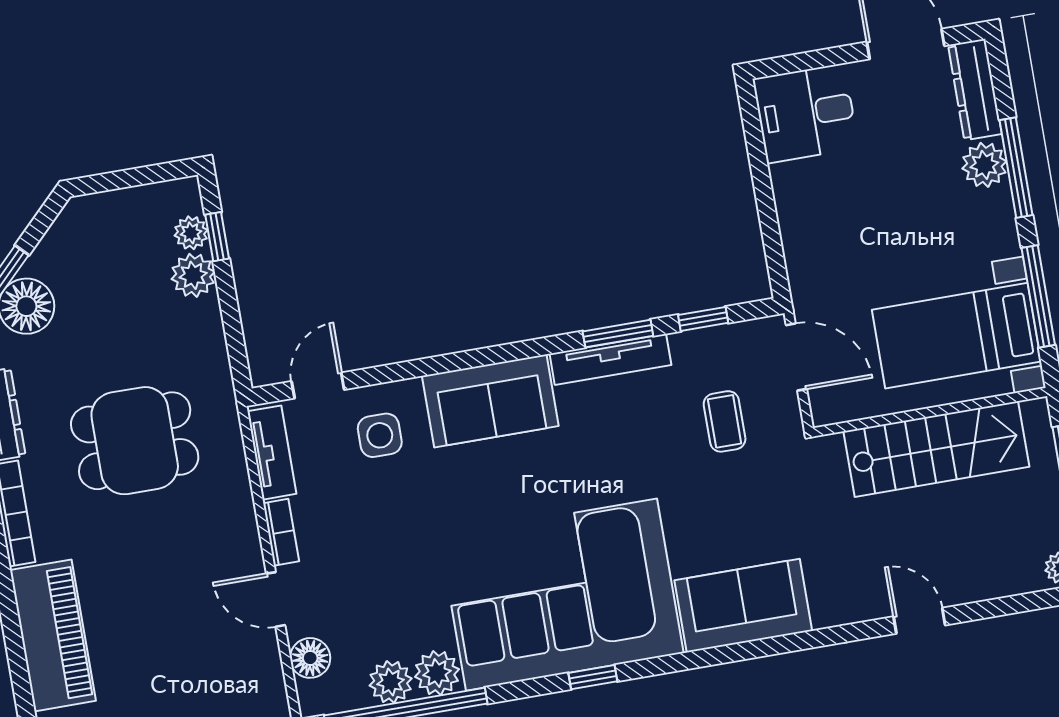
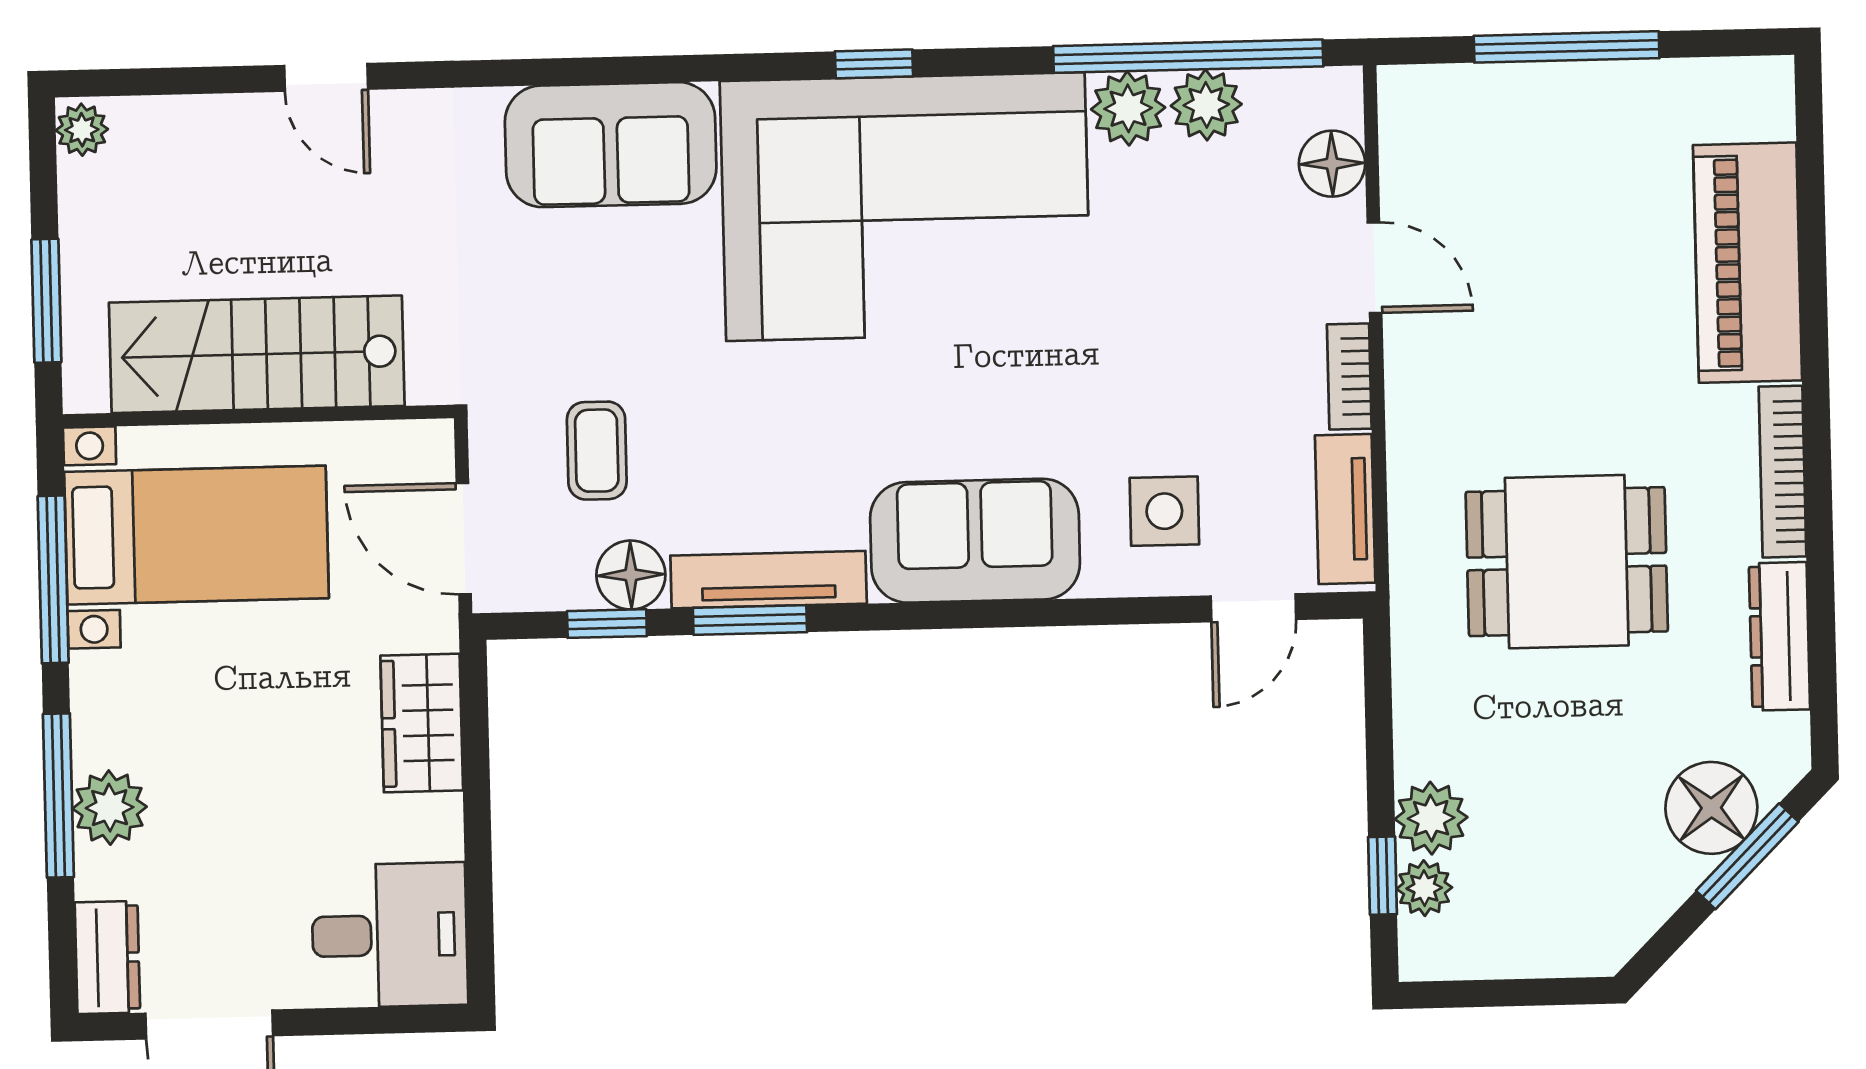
dresser: (975, 90) -> (107, 958), width x0.70
wardrobe: (805, 243) -> (422, 723), added
floor lamp: (693, 350) -> (631, 575), added

